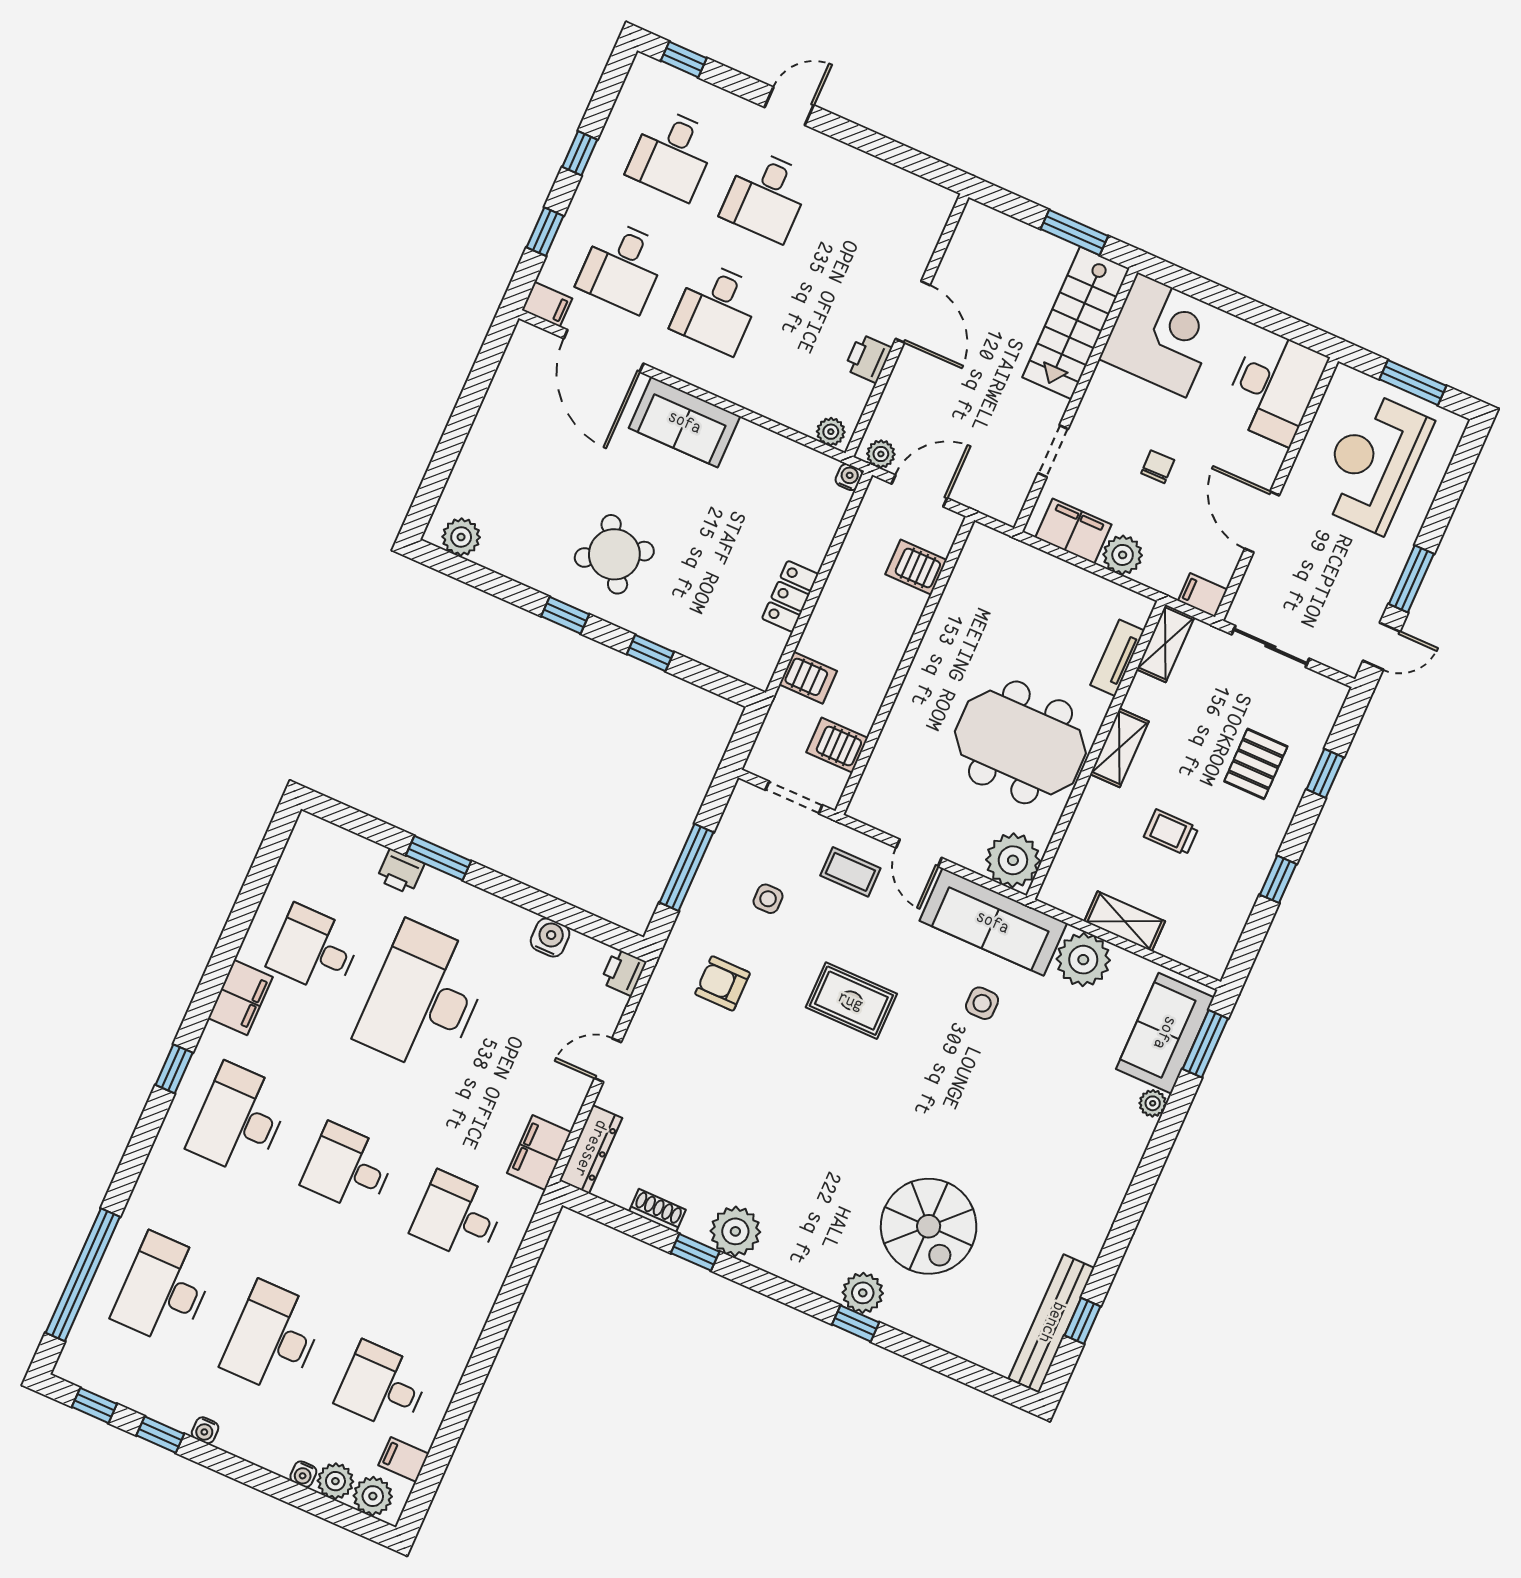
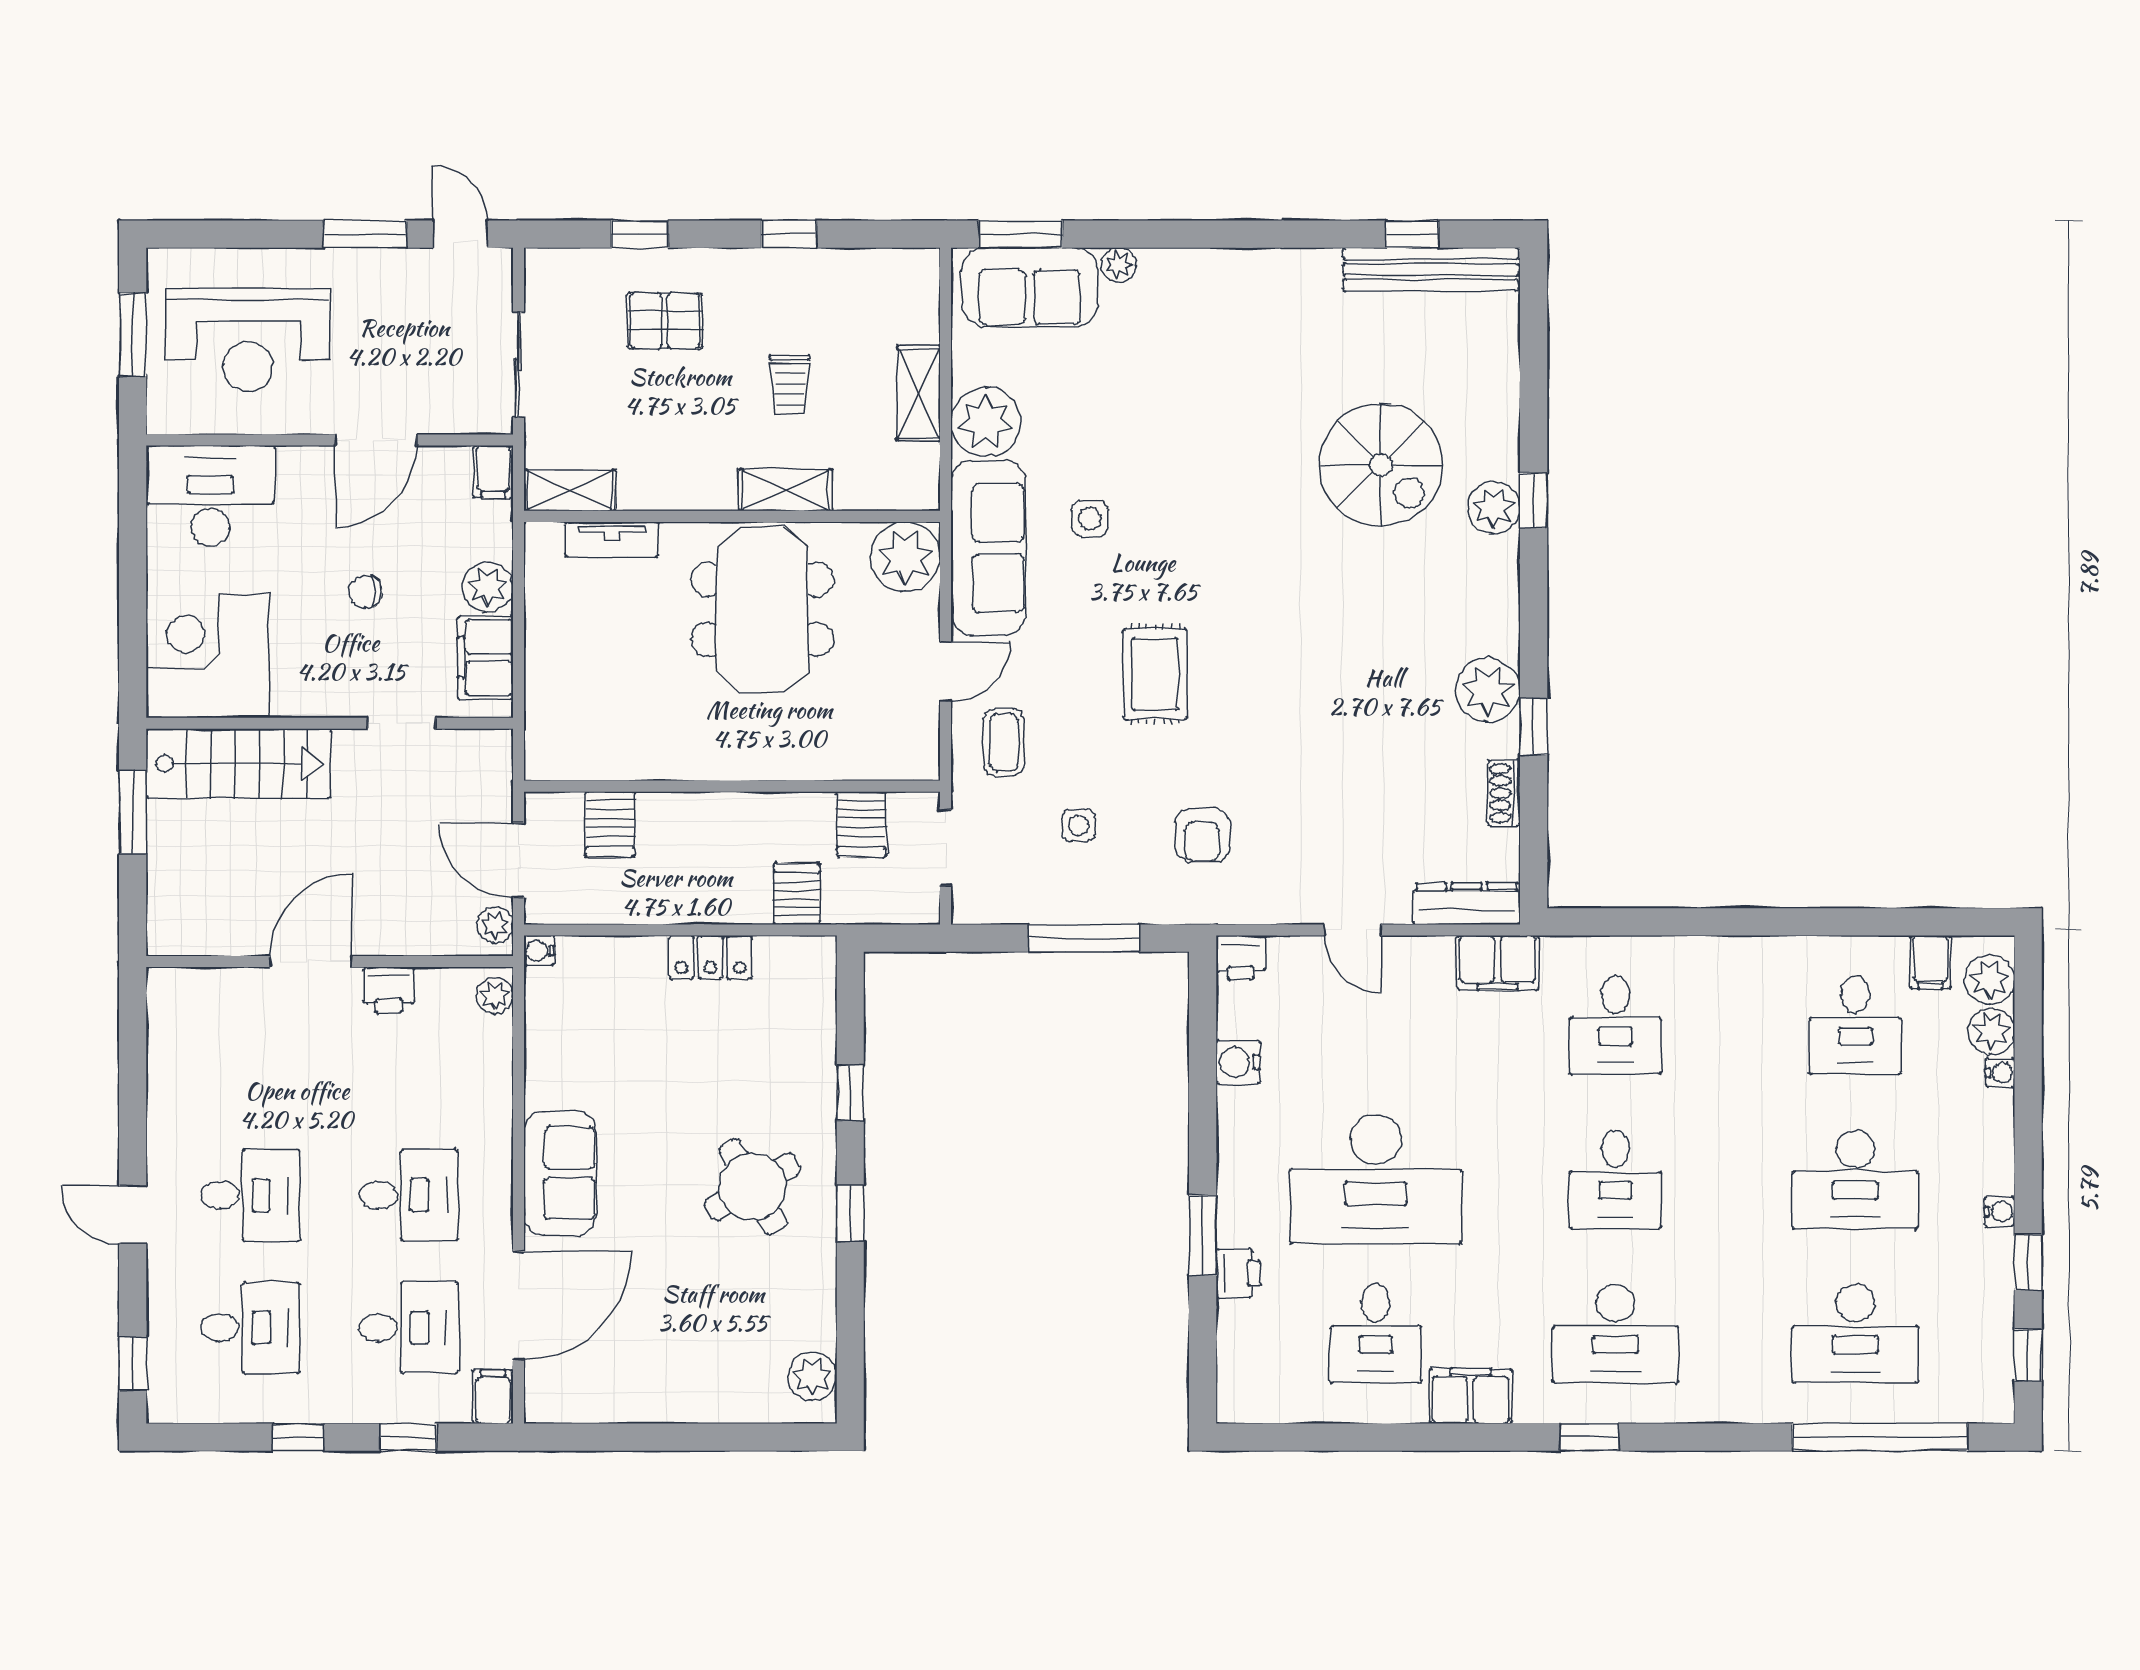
shelving: (1119, 748) -> (786, 490), moved
spiral stairs: (929, 1226) -> (1381, 465), turned 90

